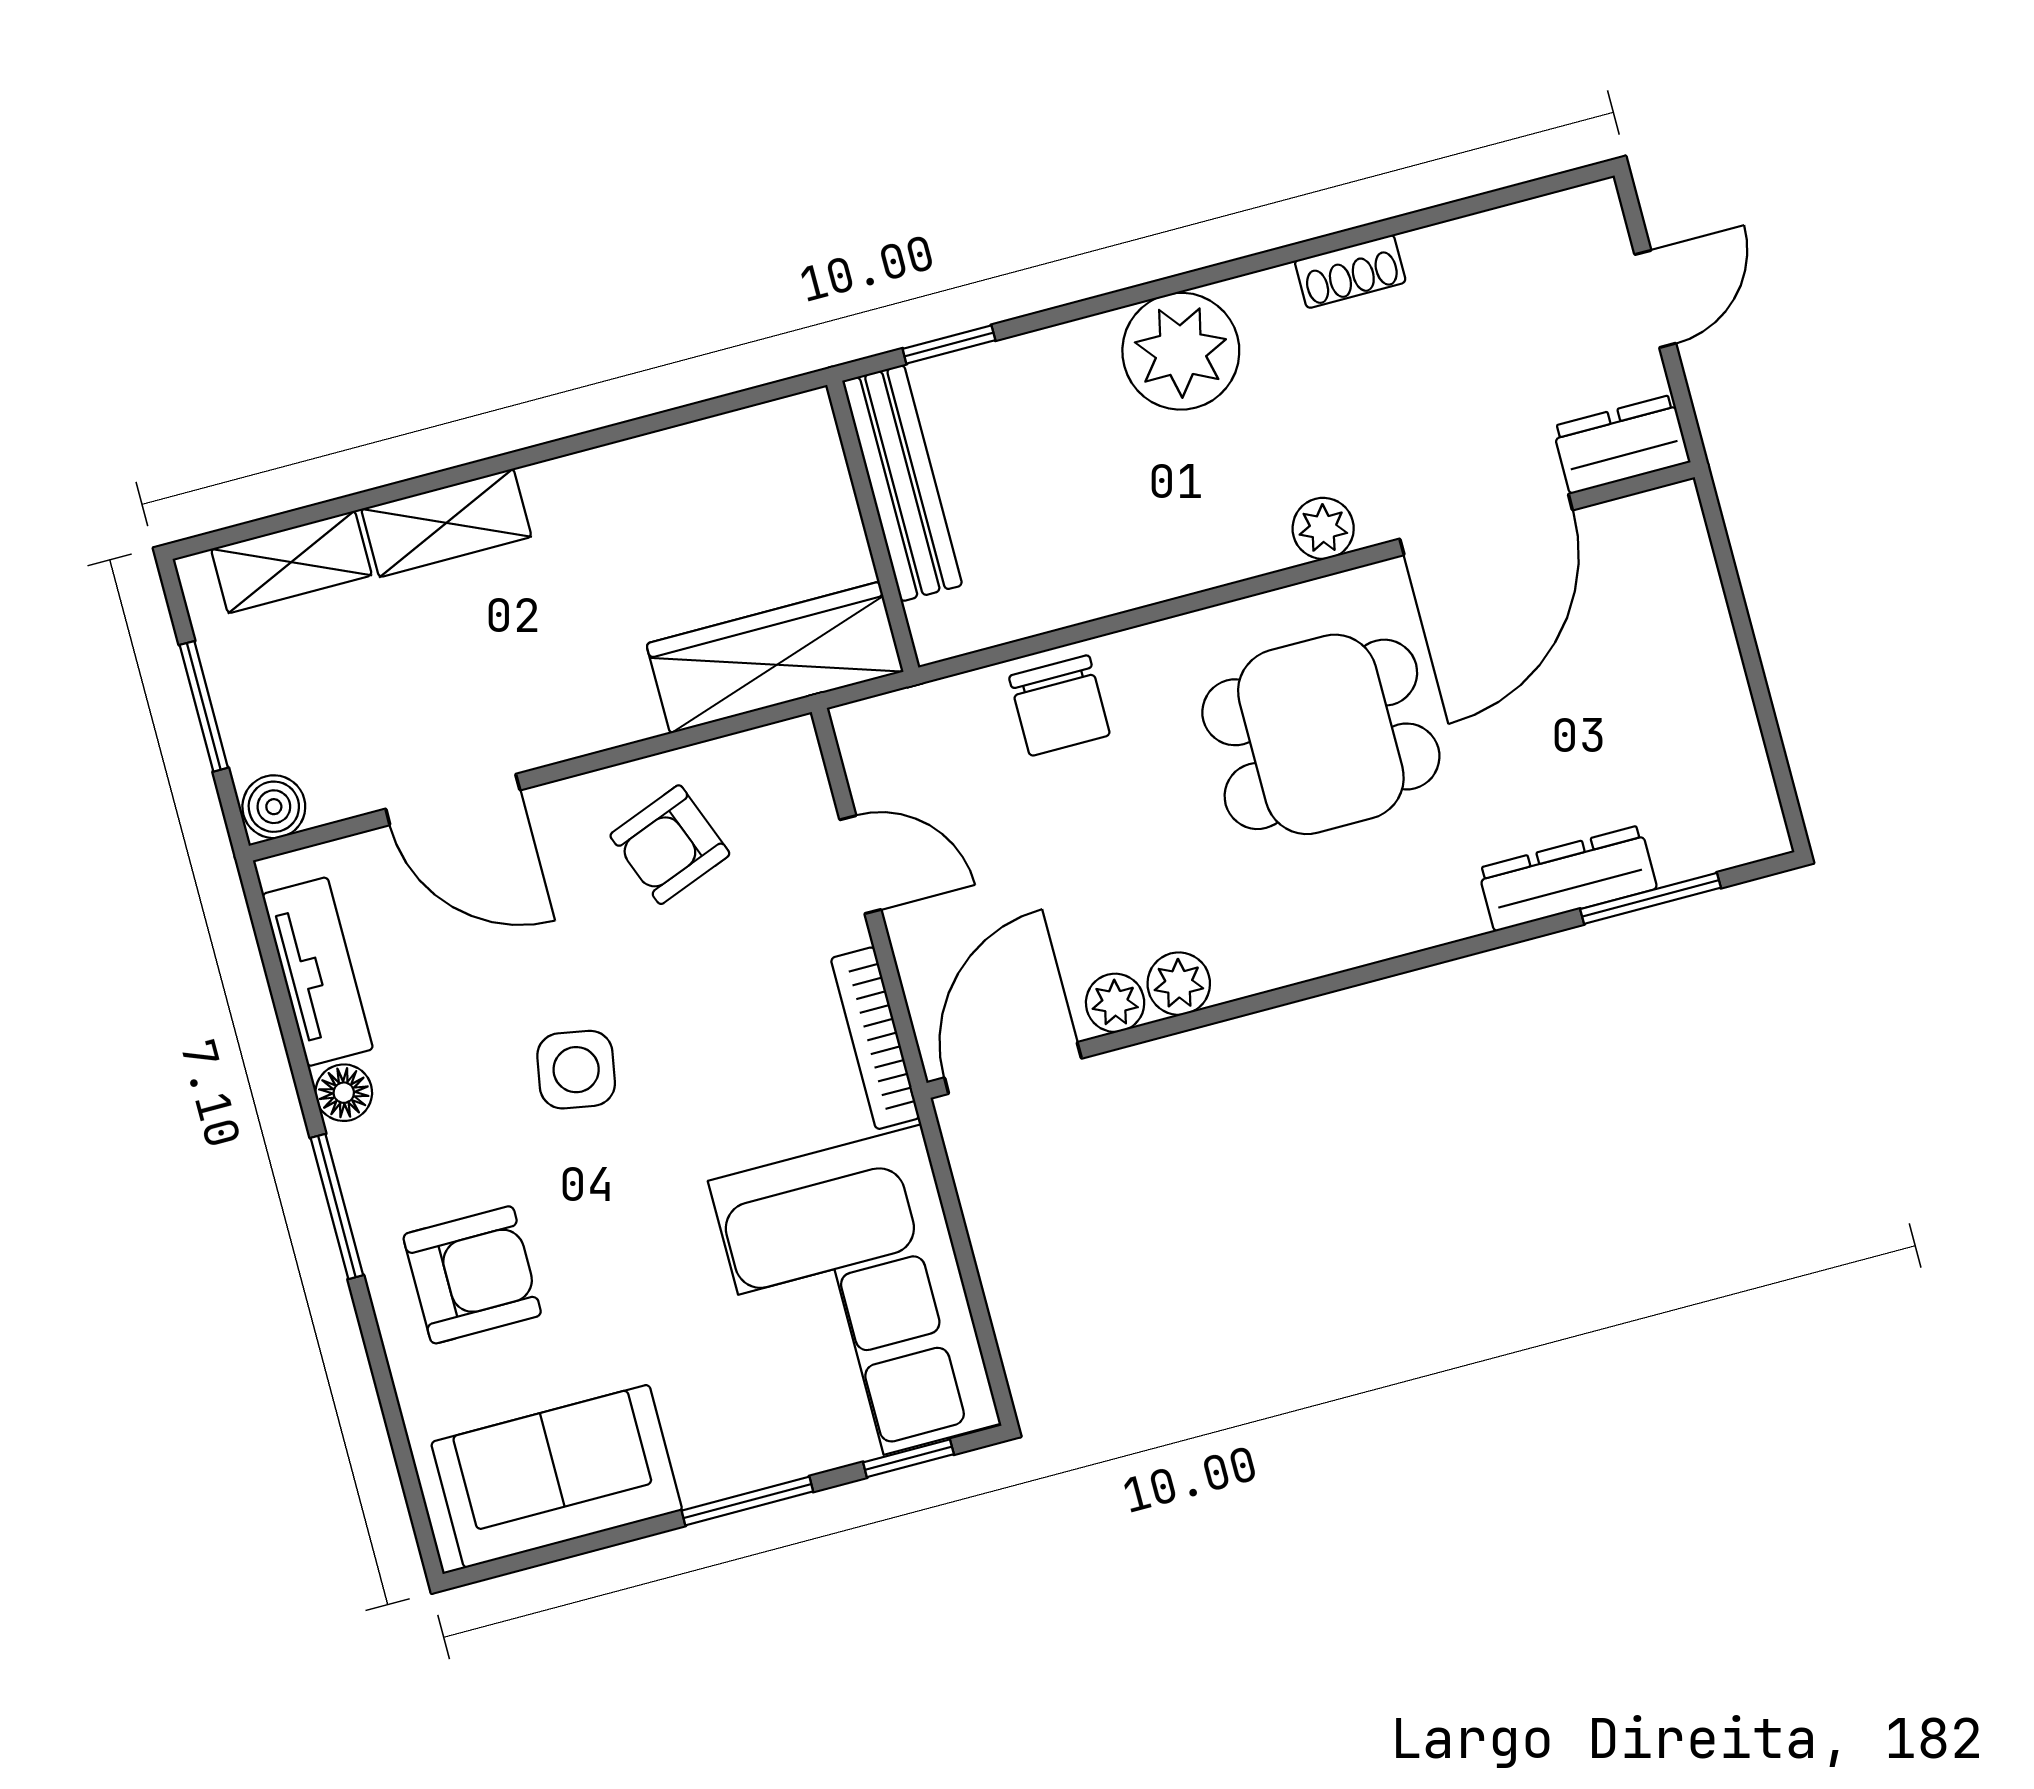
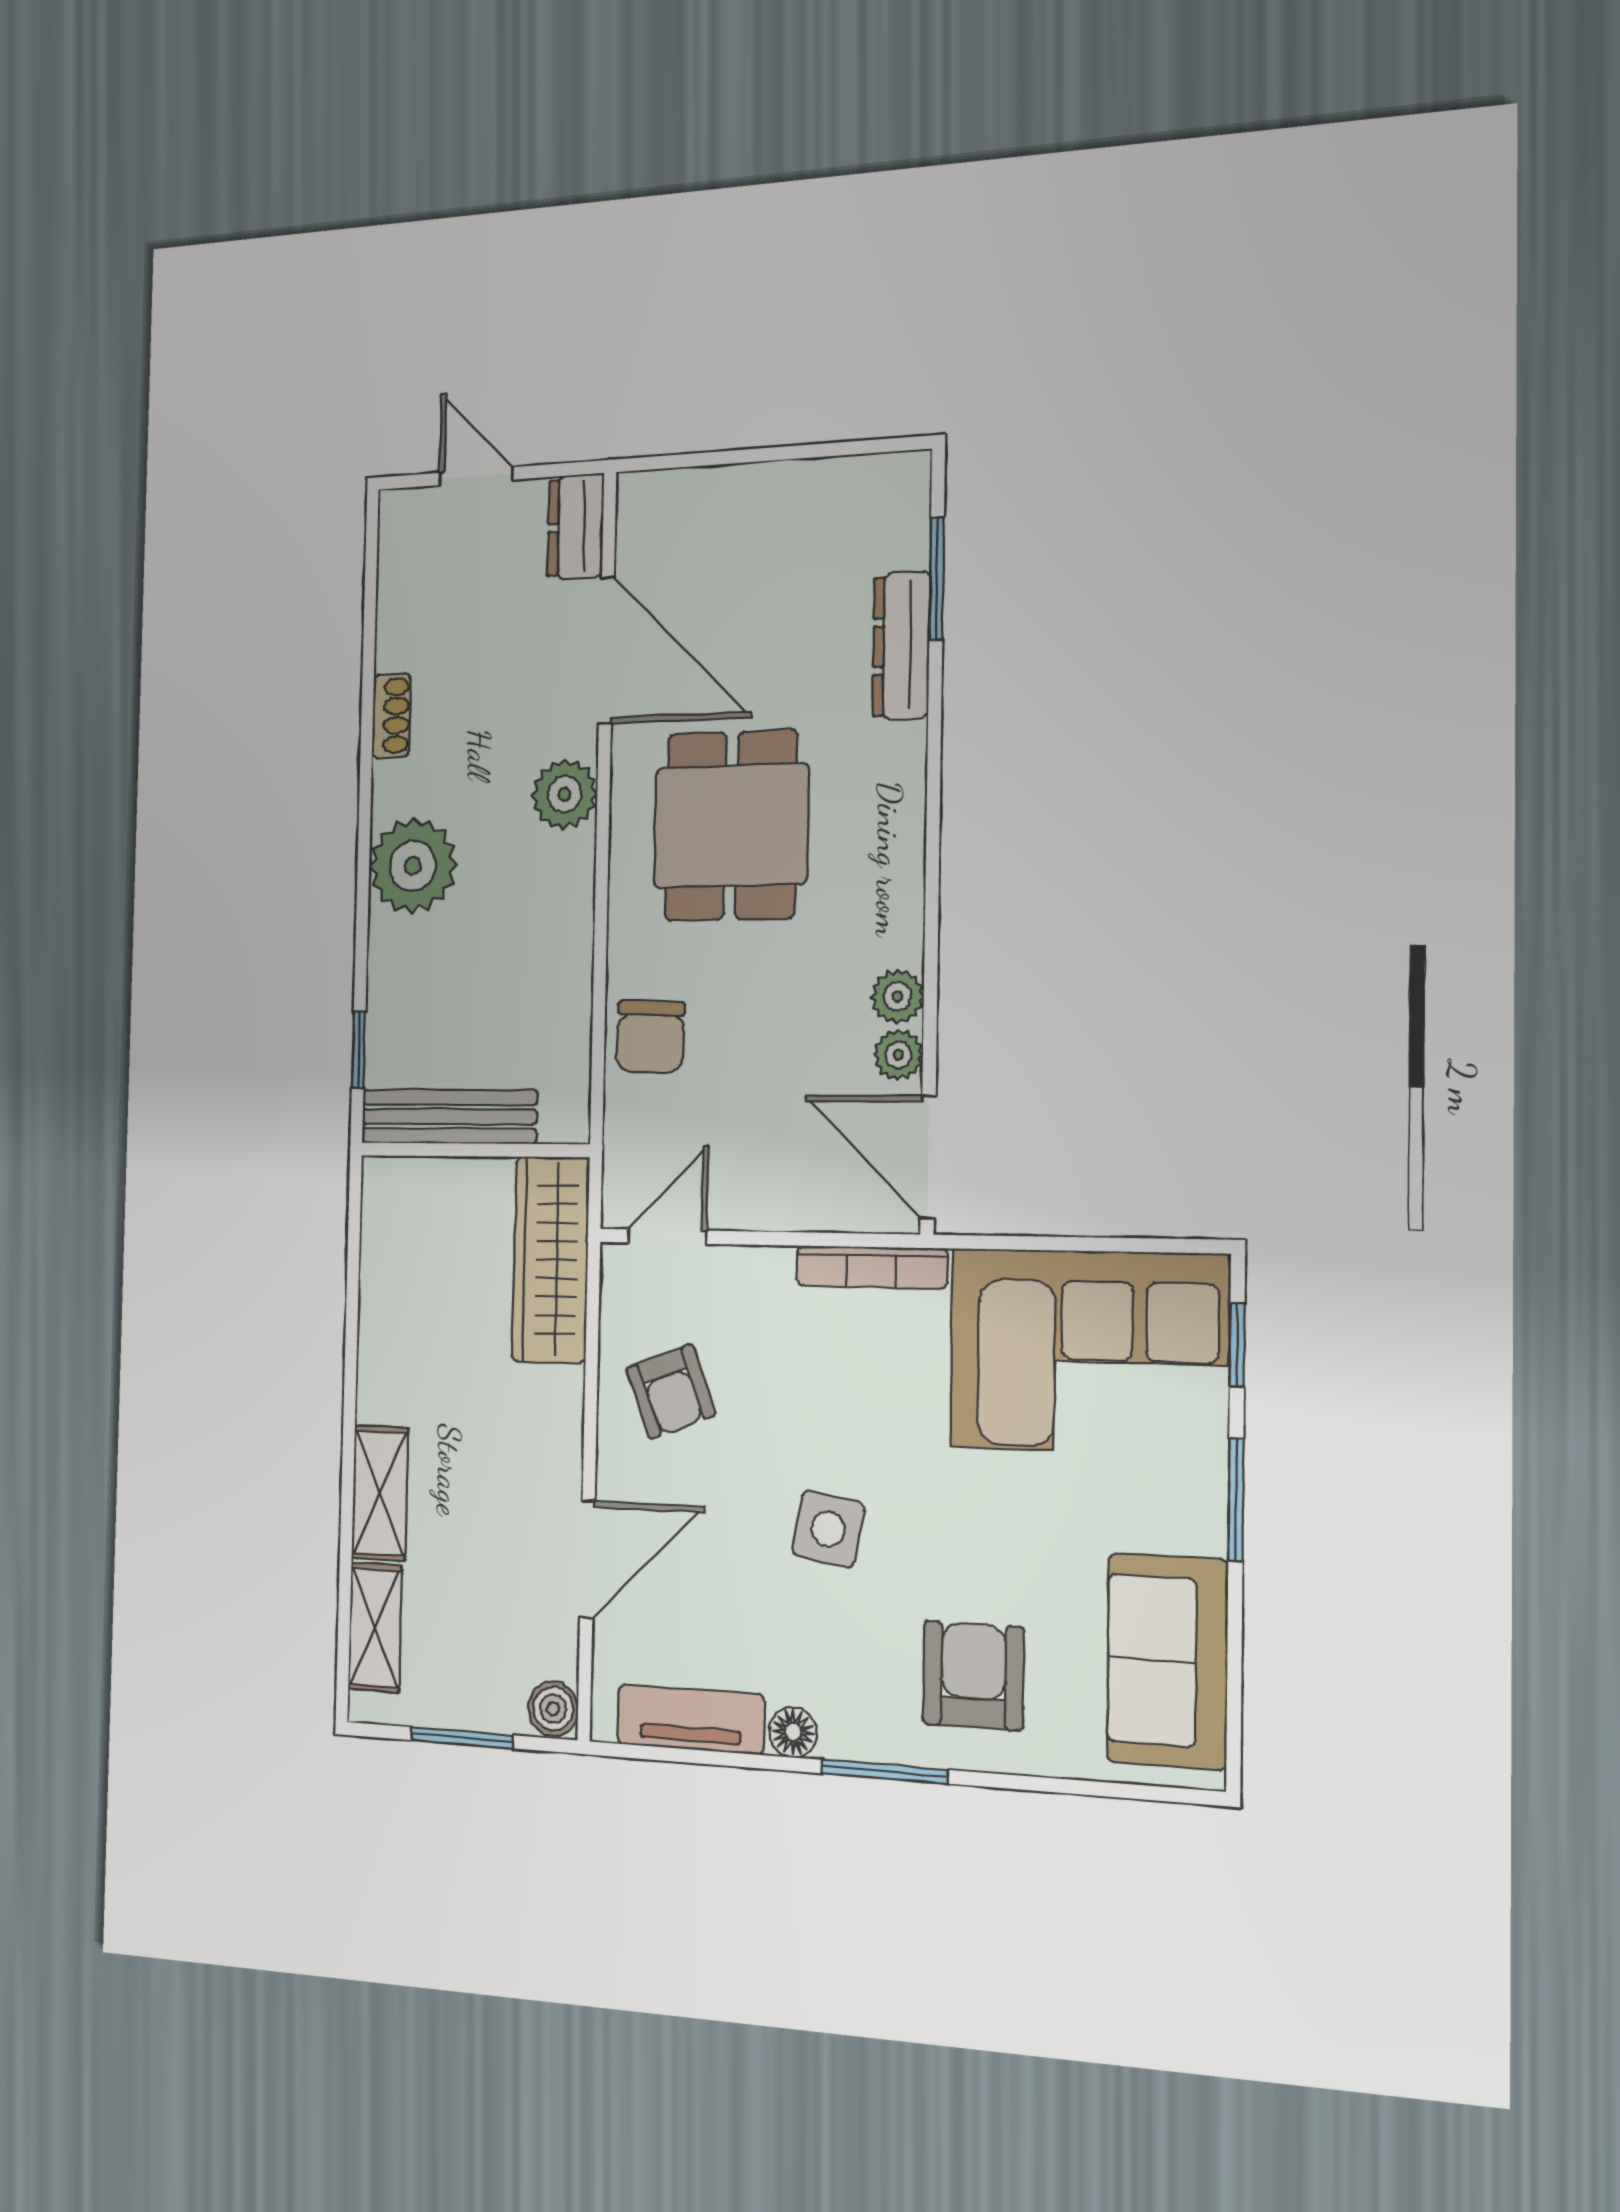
plant: (1323, 528) -> (565, 794), width x1.38, depth x1.38
chair: (1059, 706) -> (650, 1036), turned 92
door: (860, 865) -> (667, 1237), moved

